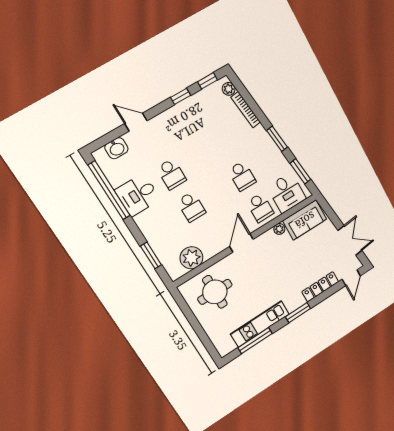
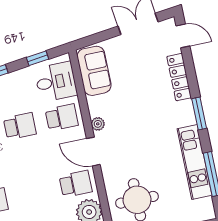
window: (300, 171) -> (38, 58), width x0.67
school desk: (191, 207) -> (76, 184), moved
plant: (279, 229) -> (98, 124), moved

